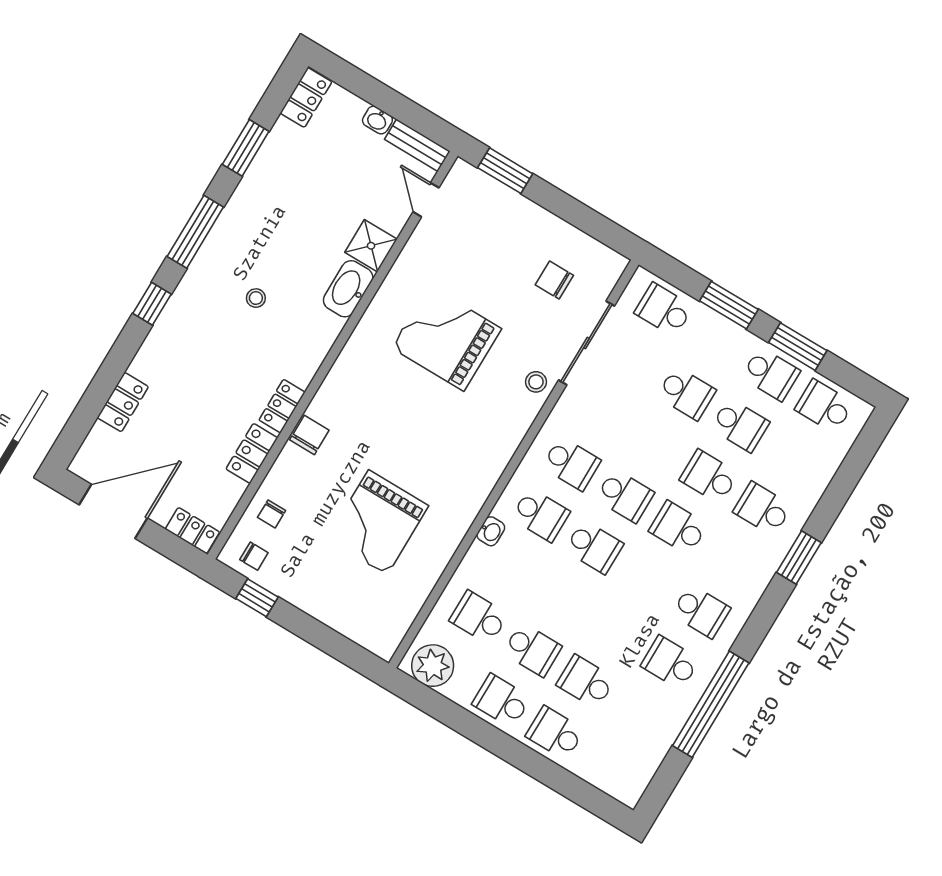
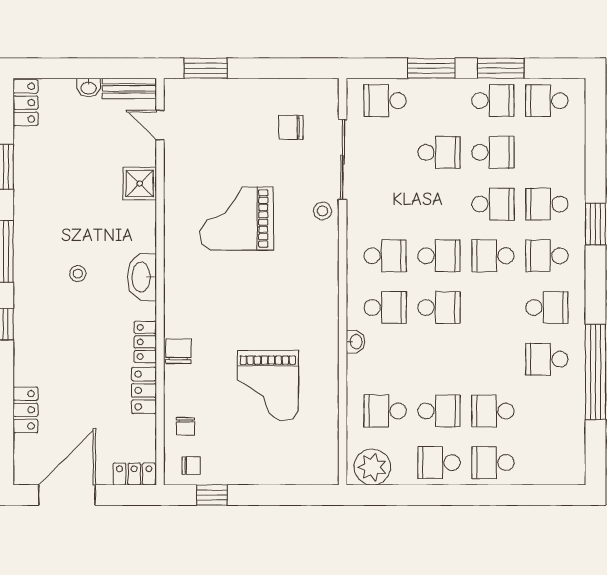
washbasin: (348, 289) -> (142, 277), moved
school desk: (709, 477) -> (493, 204), turned 180
school desk: (732, 560) -> (547, 256), added

